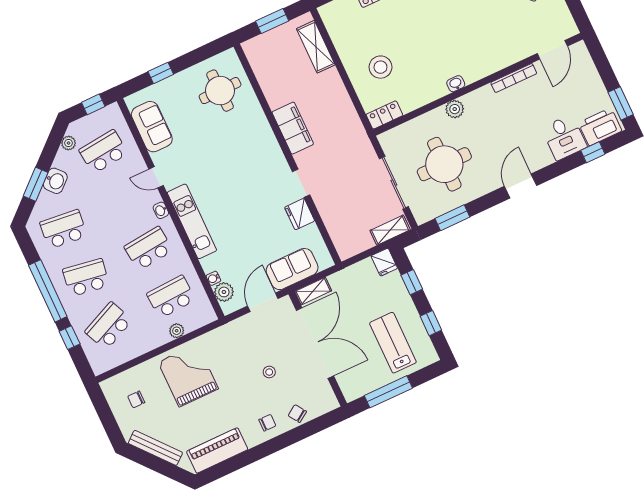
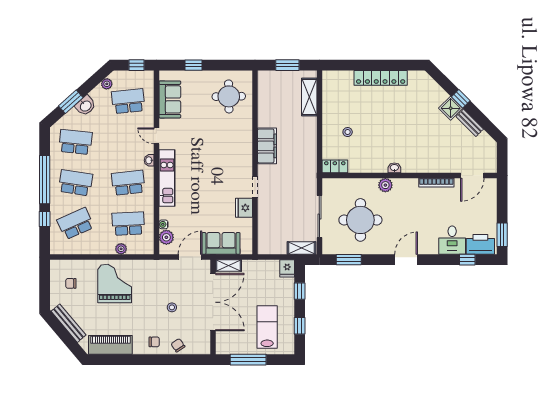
stool: (380, 67) -> (348, 132), width x0.53, depth x0.53

